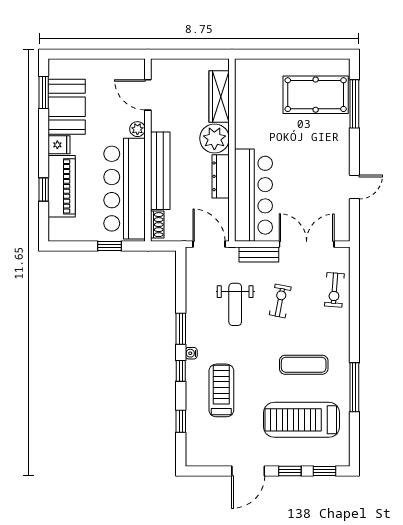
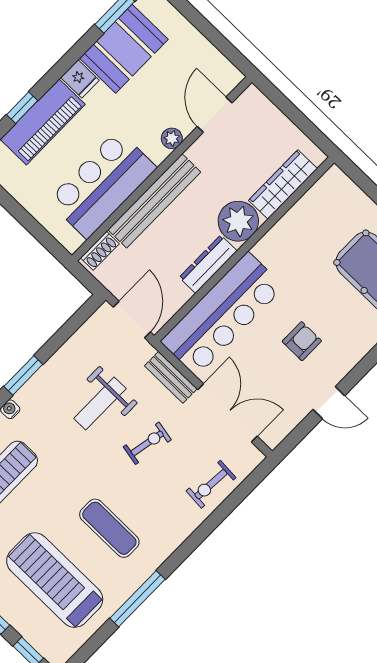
armchair: (309, 169) -> (302, 341), added
bar counter: (124, 189) -> (102, 184), width x0.73
window: (110, 246) -> (33, 226), removed

